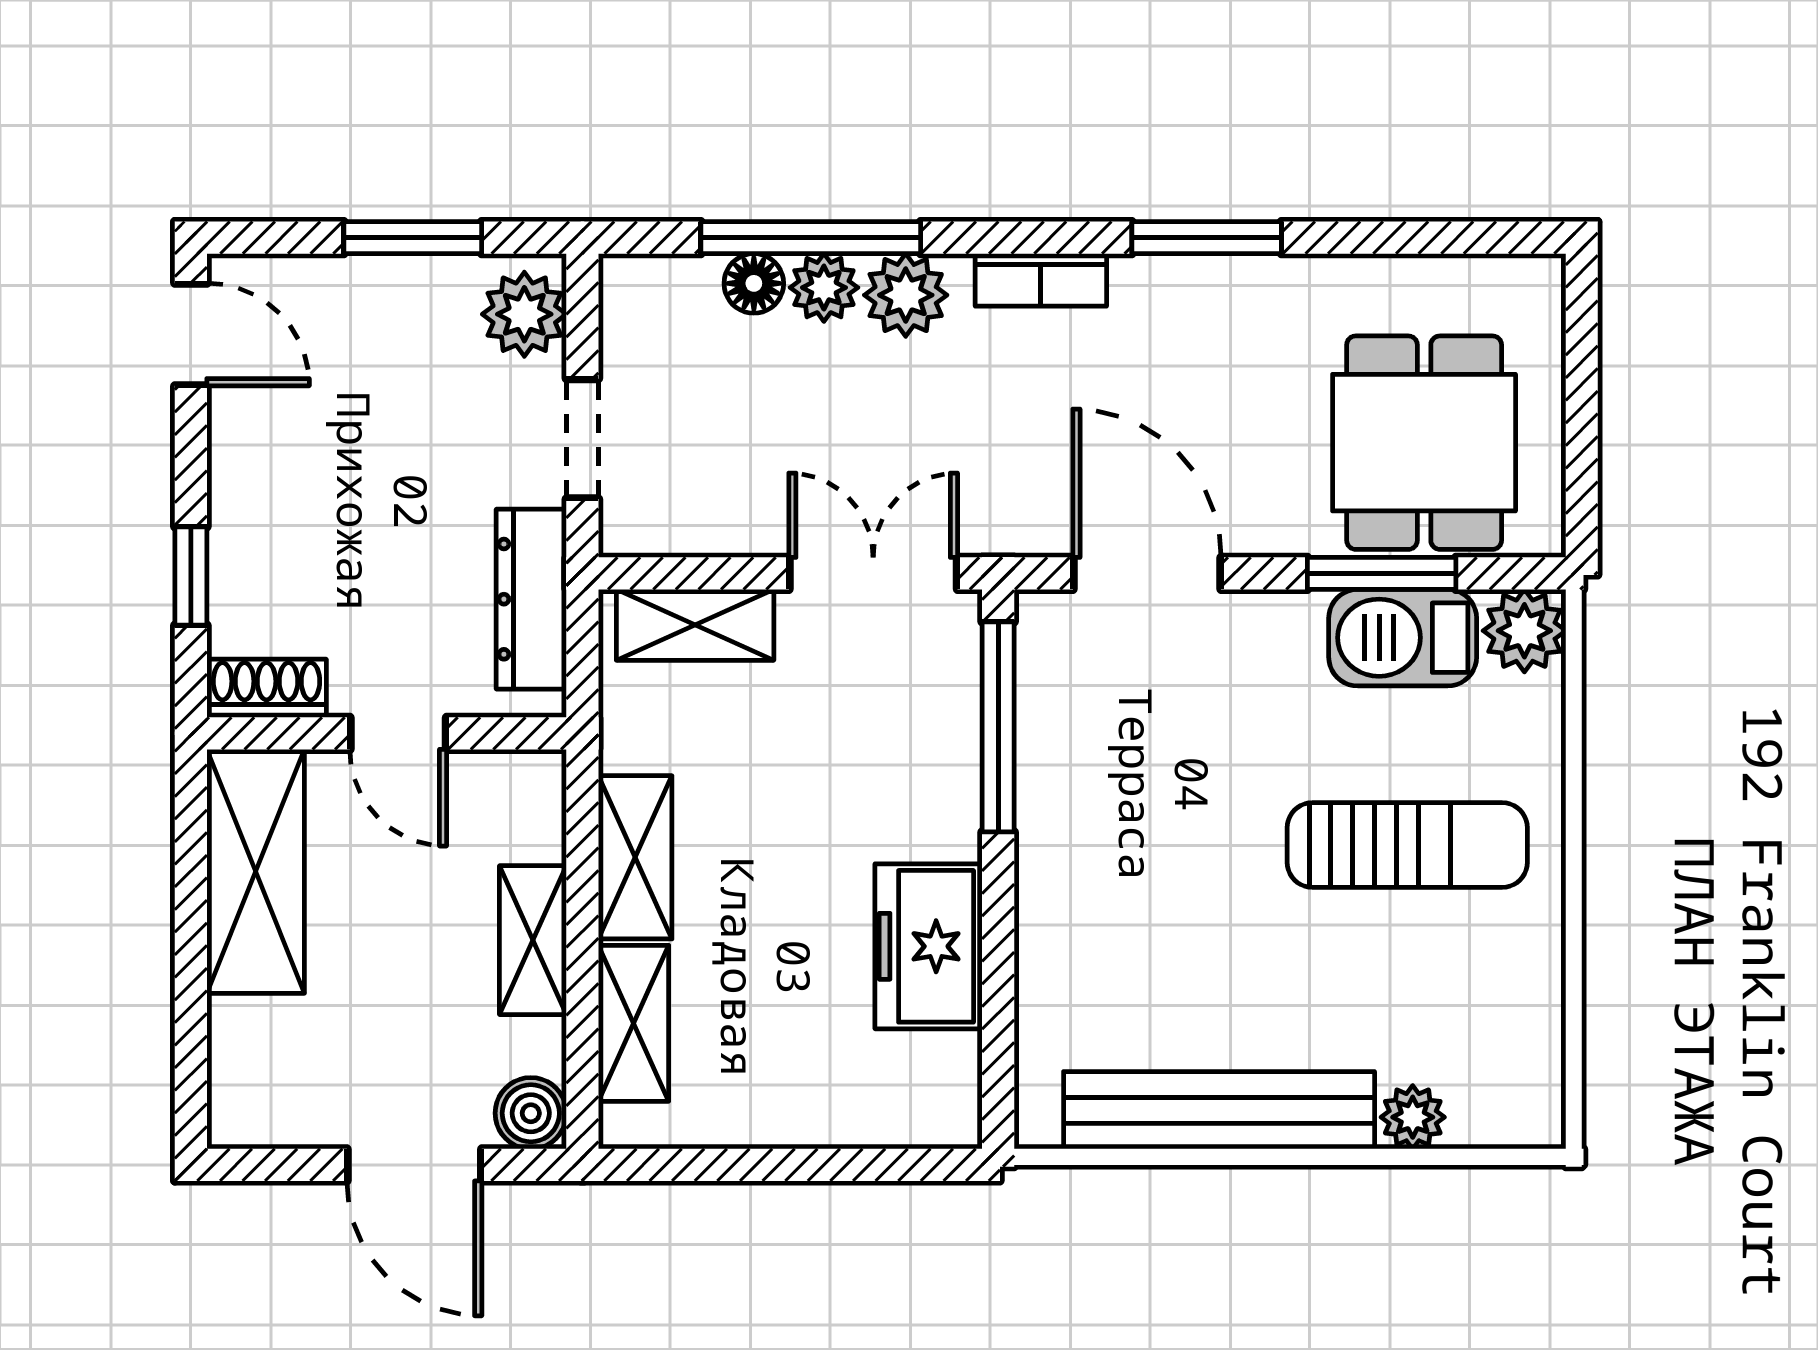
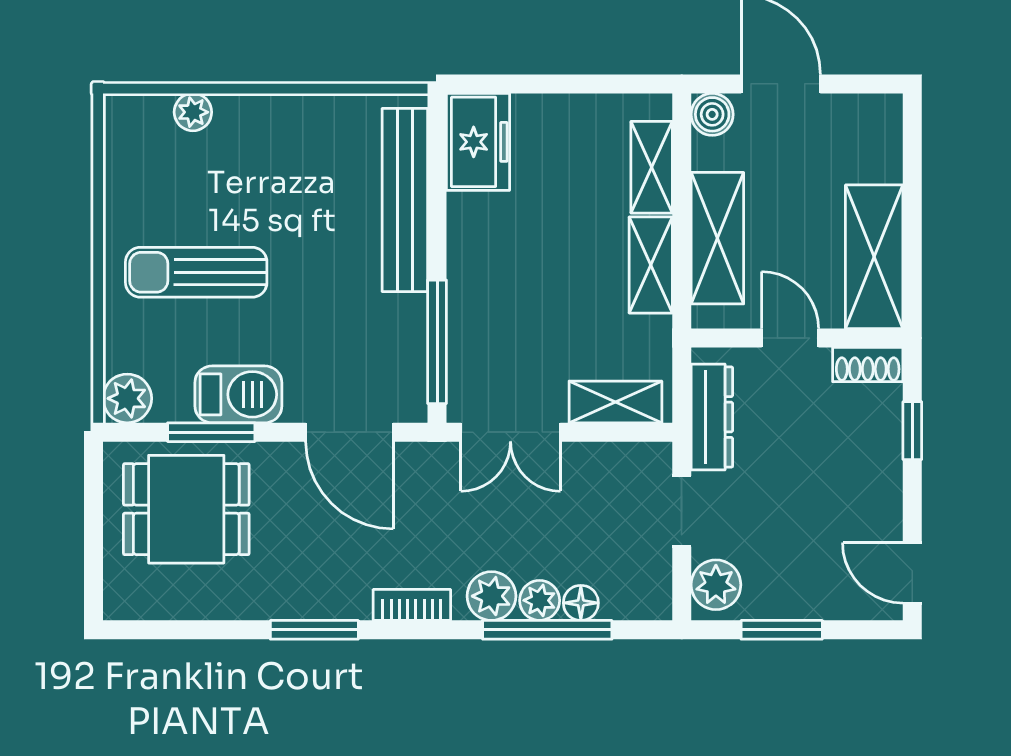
dining table: (1424, 443) -> (186, 509), turned 90
barbecue: (1403, 638) -> (238, 394), moved
shelving: (533, 940) -> (717, 238), width x1.50, depth x1.33
freezer: (929, 946) -> (478, 142), moved
bench: (1219, 1110) -> (405, 200), moved, turned 90

